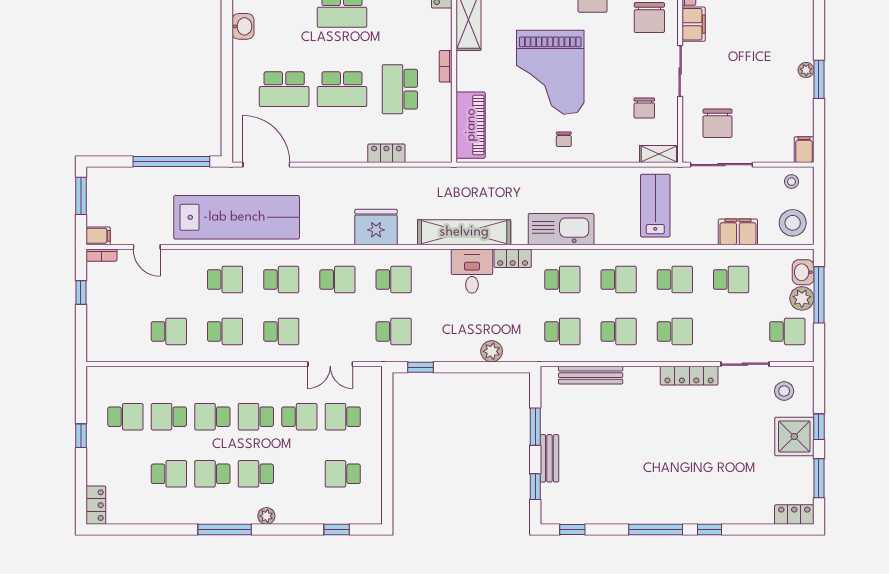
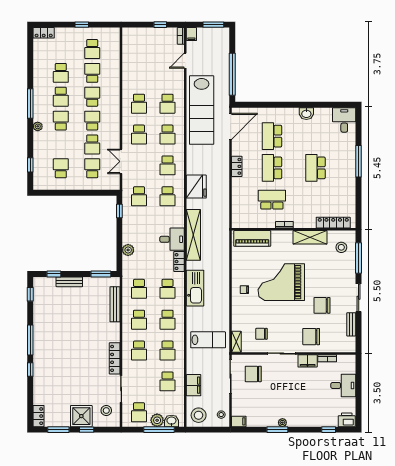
locker: (386, 153) -> (237, 166), moved
school desk: (169, 331) -> (139, 73), removed
window: (535, 427) -> (101, 274), moved
school desk: (212, 474) -> (61, 97), turned 180

